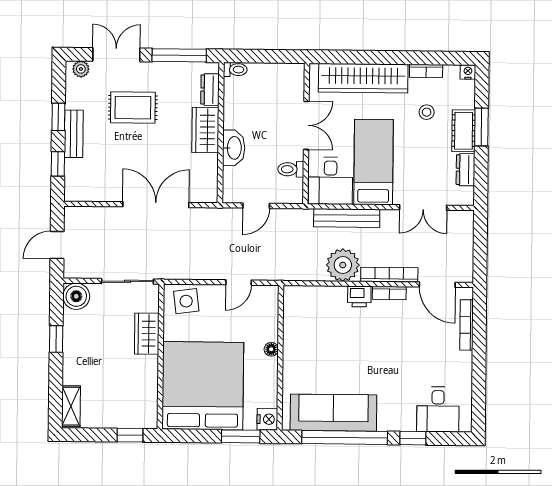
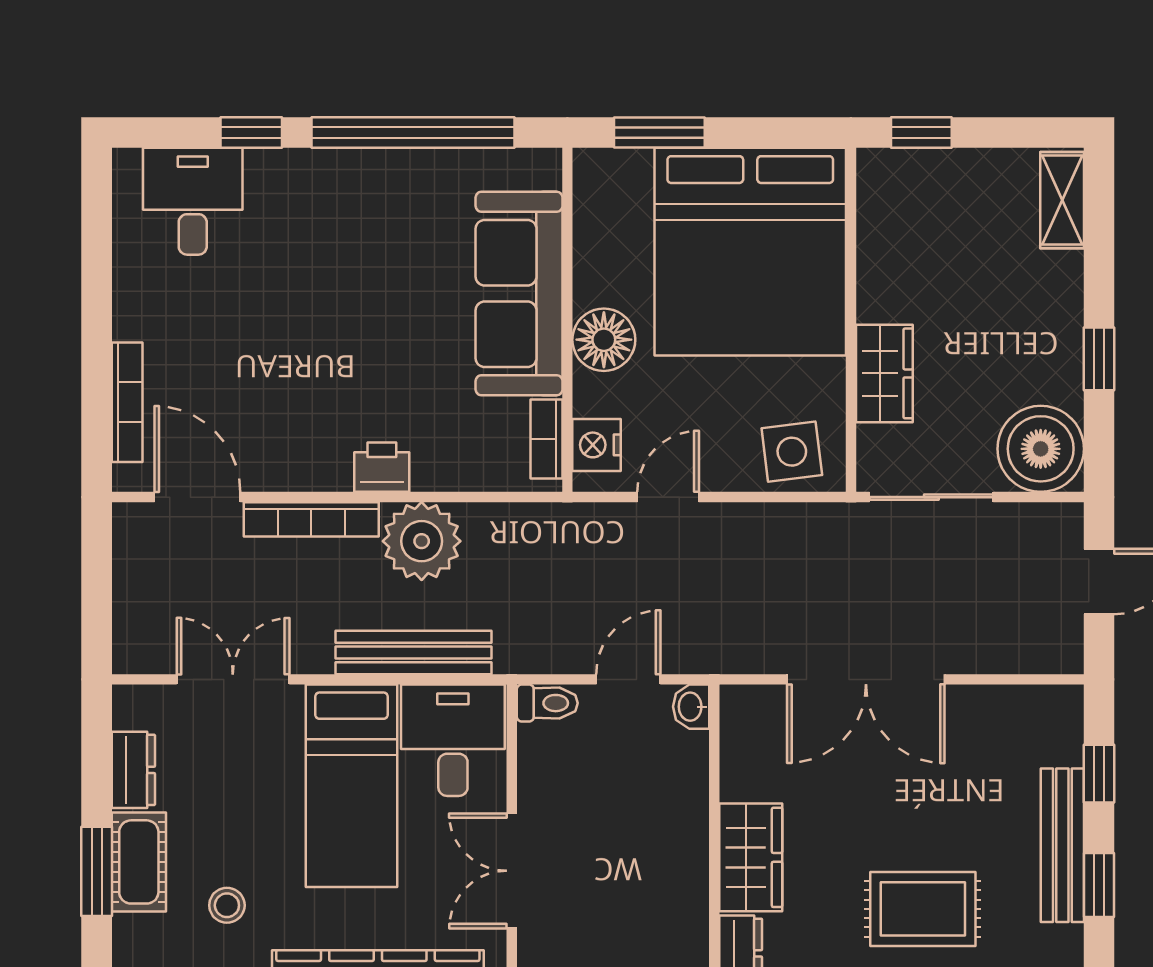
bench: (74, 134) -> (1062, 845), width x1.36
washbasin: (234, 148) -> (691, 707), moved, width x0.52, depth x0.69
toilet: (291, 169) -> (547, 703), moved
bookcase: (389, 293) -> (547, 439), moved, turned -90
boiler: (76, 296) -> (1041, 449), width x1.37, depth x1.37
floor lamp: (271, 349) -> (604, 340), width x1.89, depth x1.89
sofa: (333, 413) -> (519, 294), moved, turned 90
nightstand: (267, 419) -> (597, 445), moved

